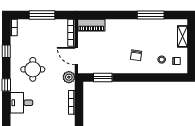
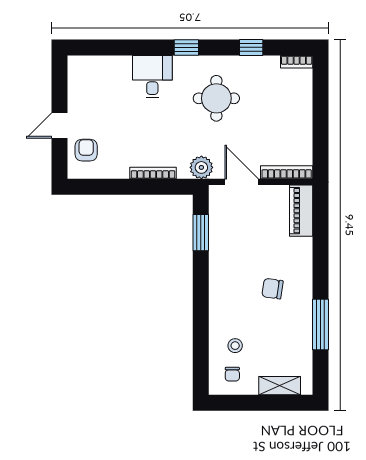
window: (42, 15) -> (321, 116), removed
chair: (136, 55) -> (272, 289), moved
door: (76, 56) -> (242, 182), hinge flipped

